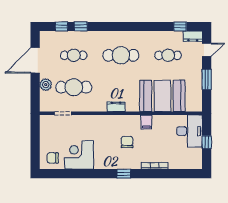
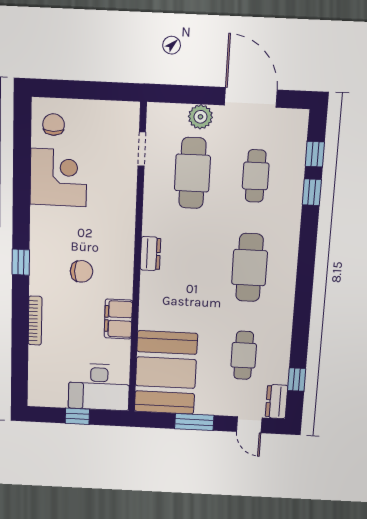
booth: (162, 96) -> (166, 373), moved
filing cabinet: (146, 122) -> (118, 319), width x2.00

